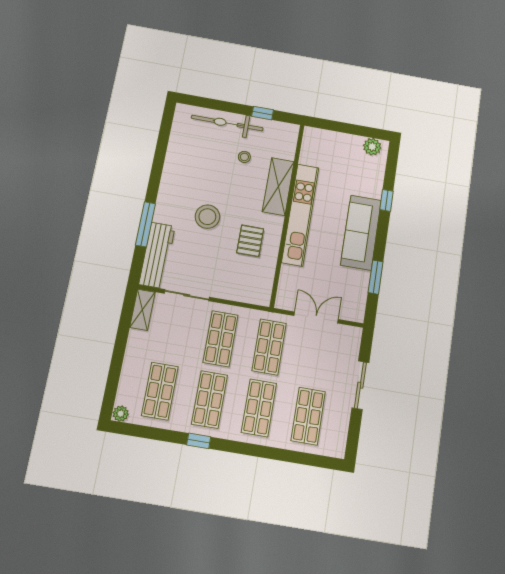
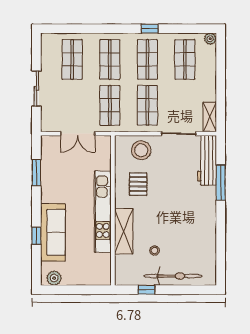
stool: (207, 217) -> (141, 150), moved
sofa: (361, 233) -> (53, 232), moved

